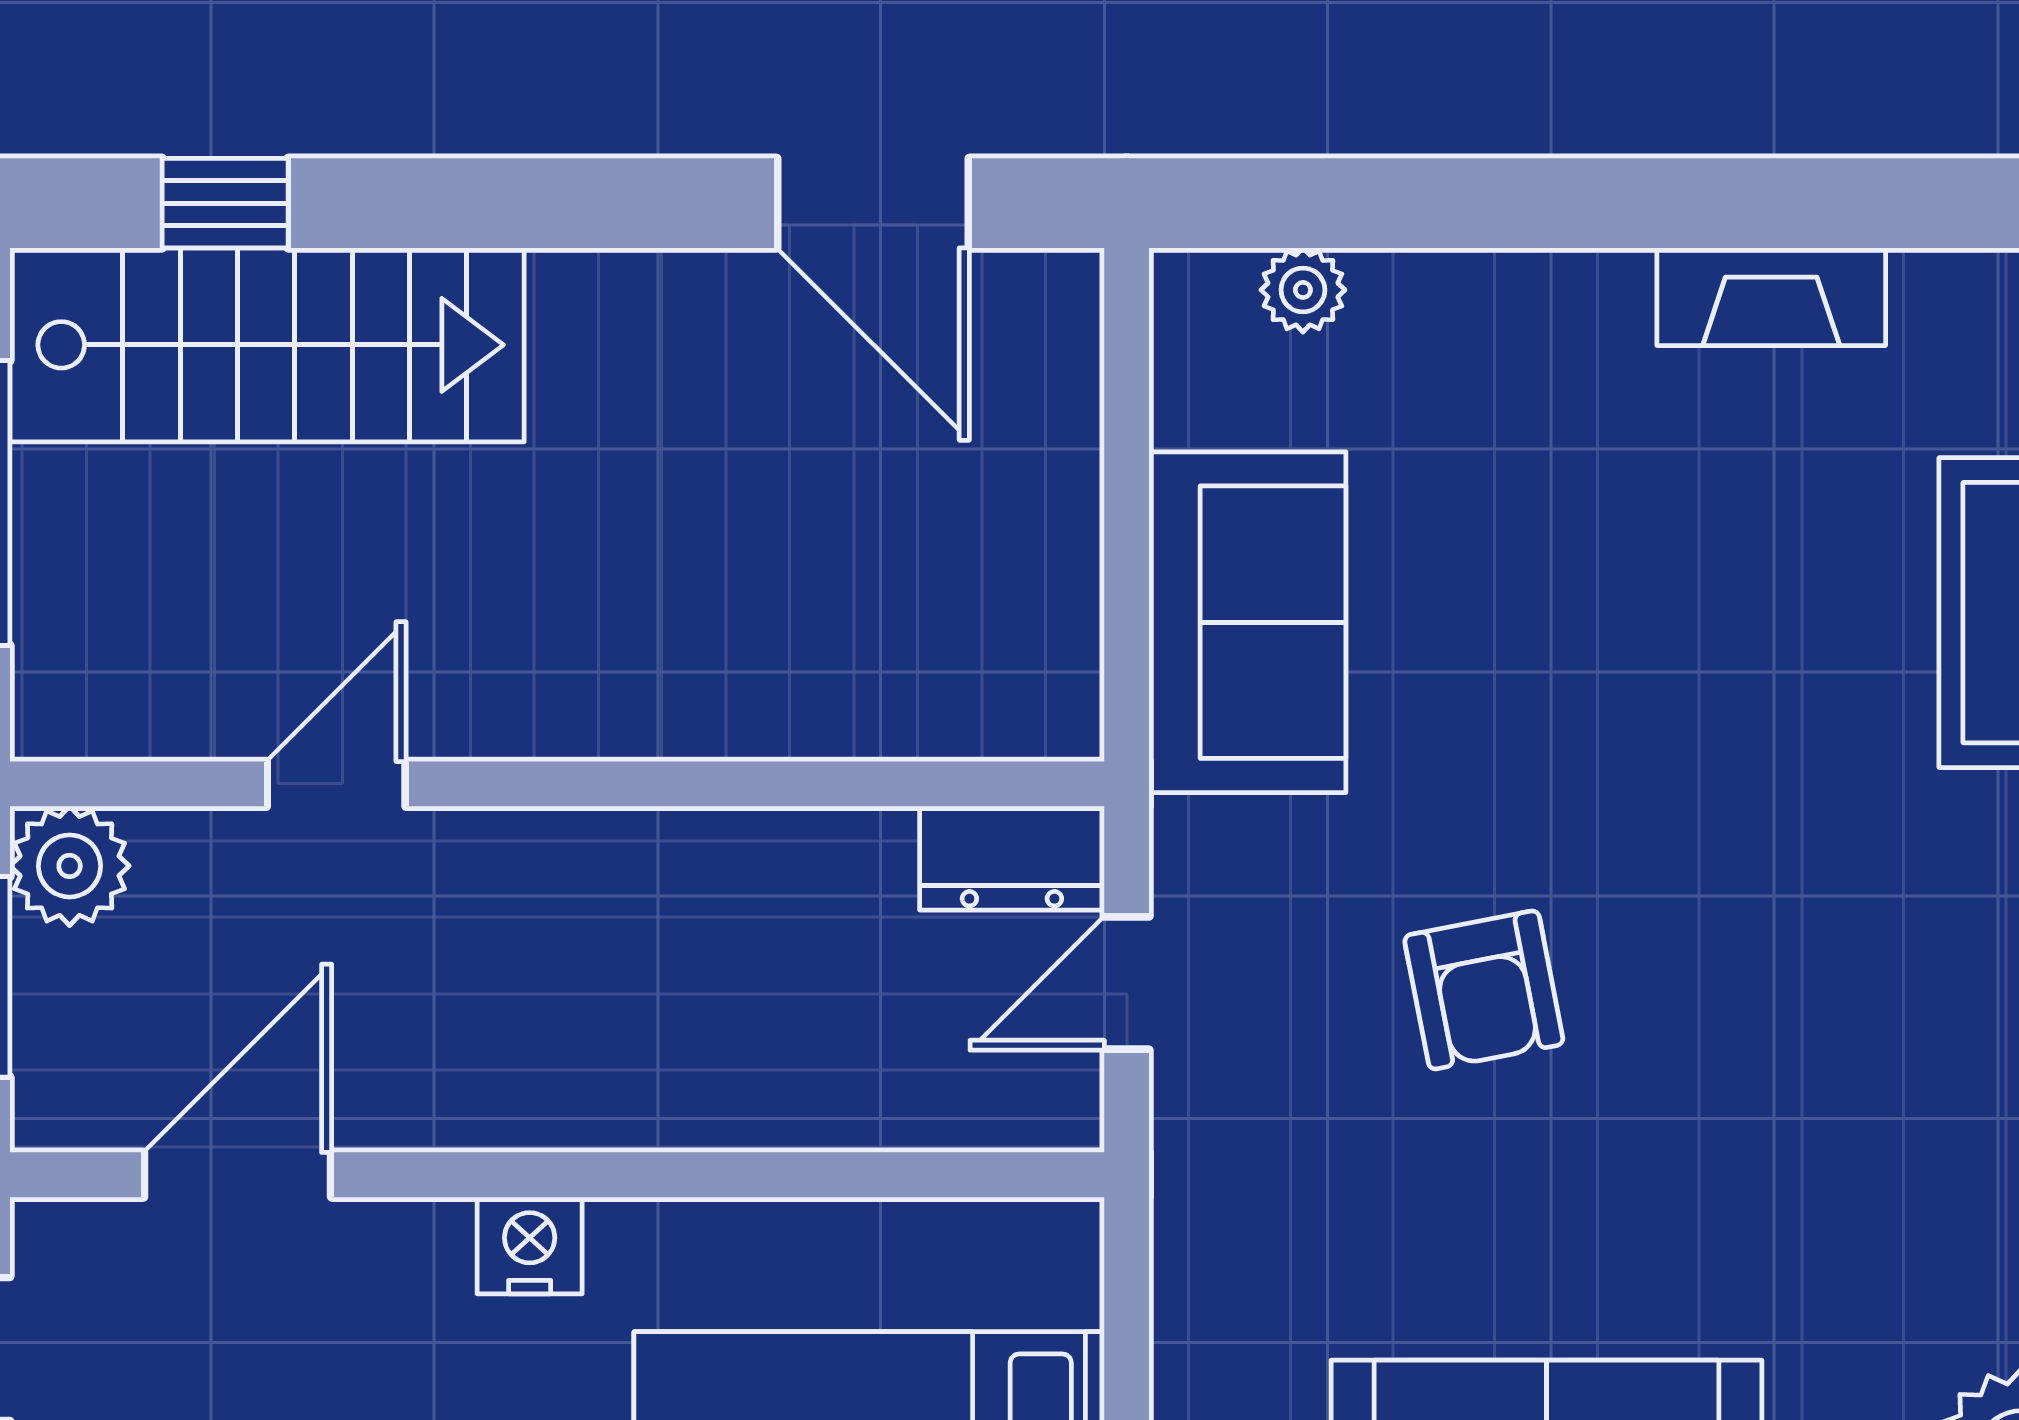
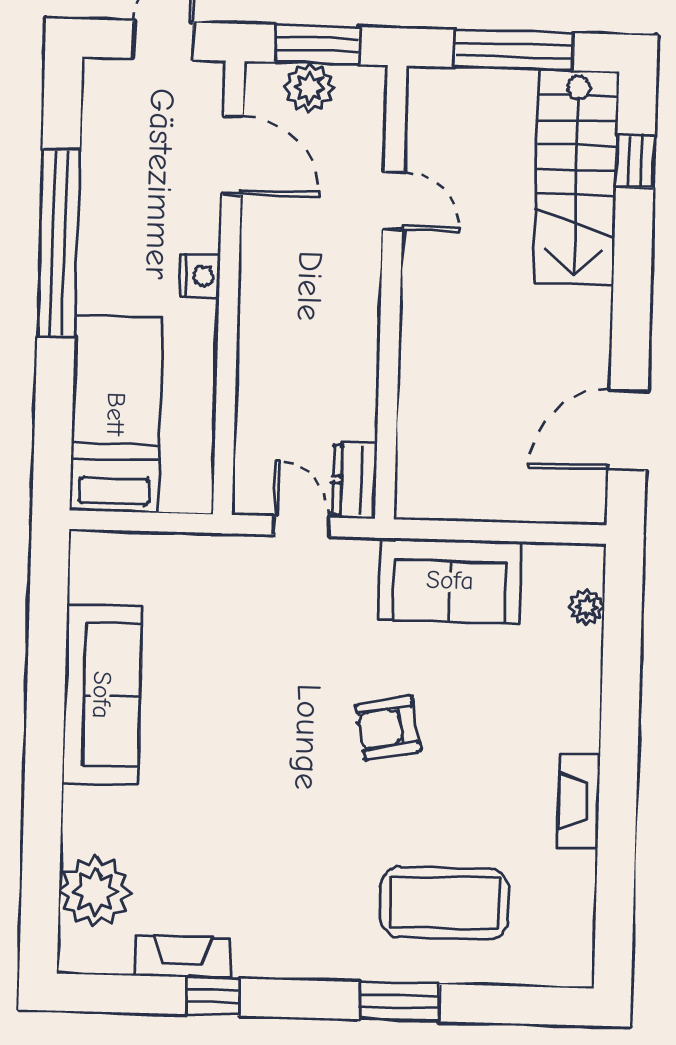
plant: (70, 866) -> (310, 88), moved
armchair: (1484, 990) -> (388, 728), moved

